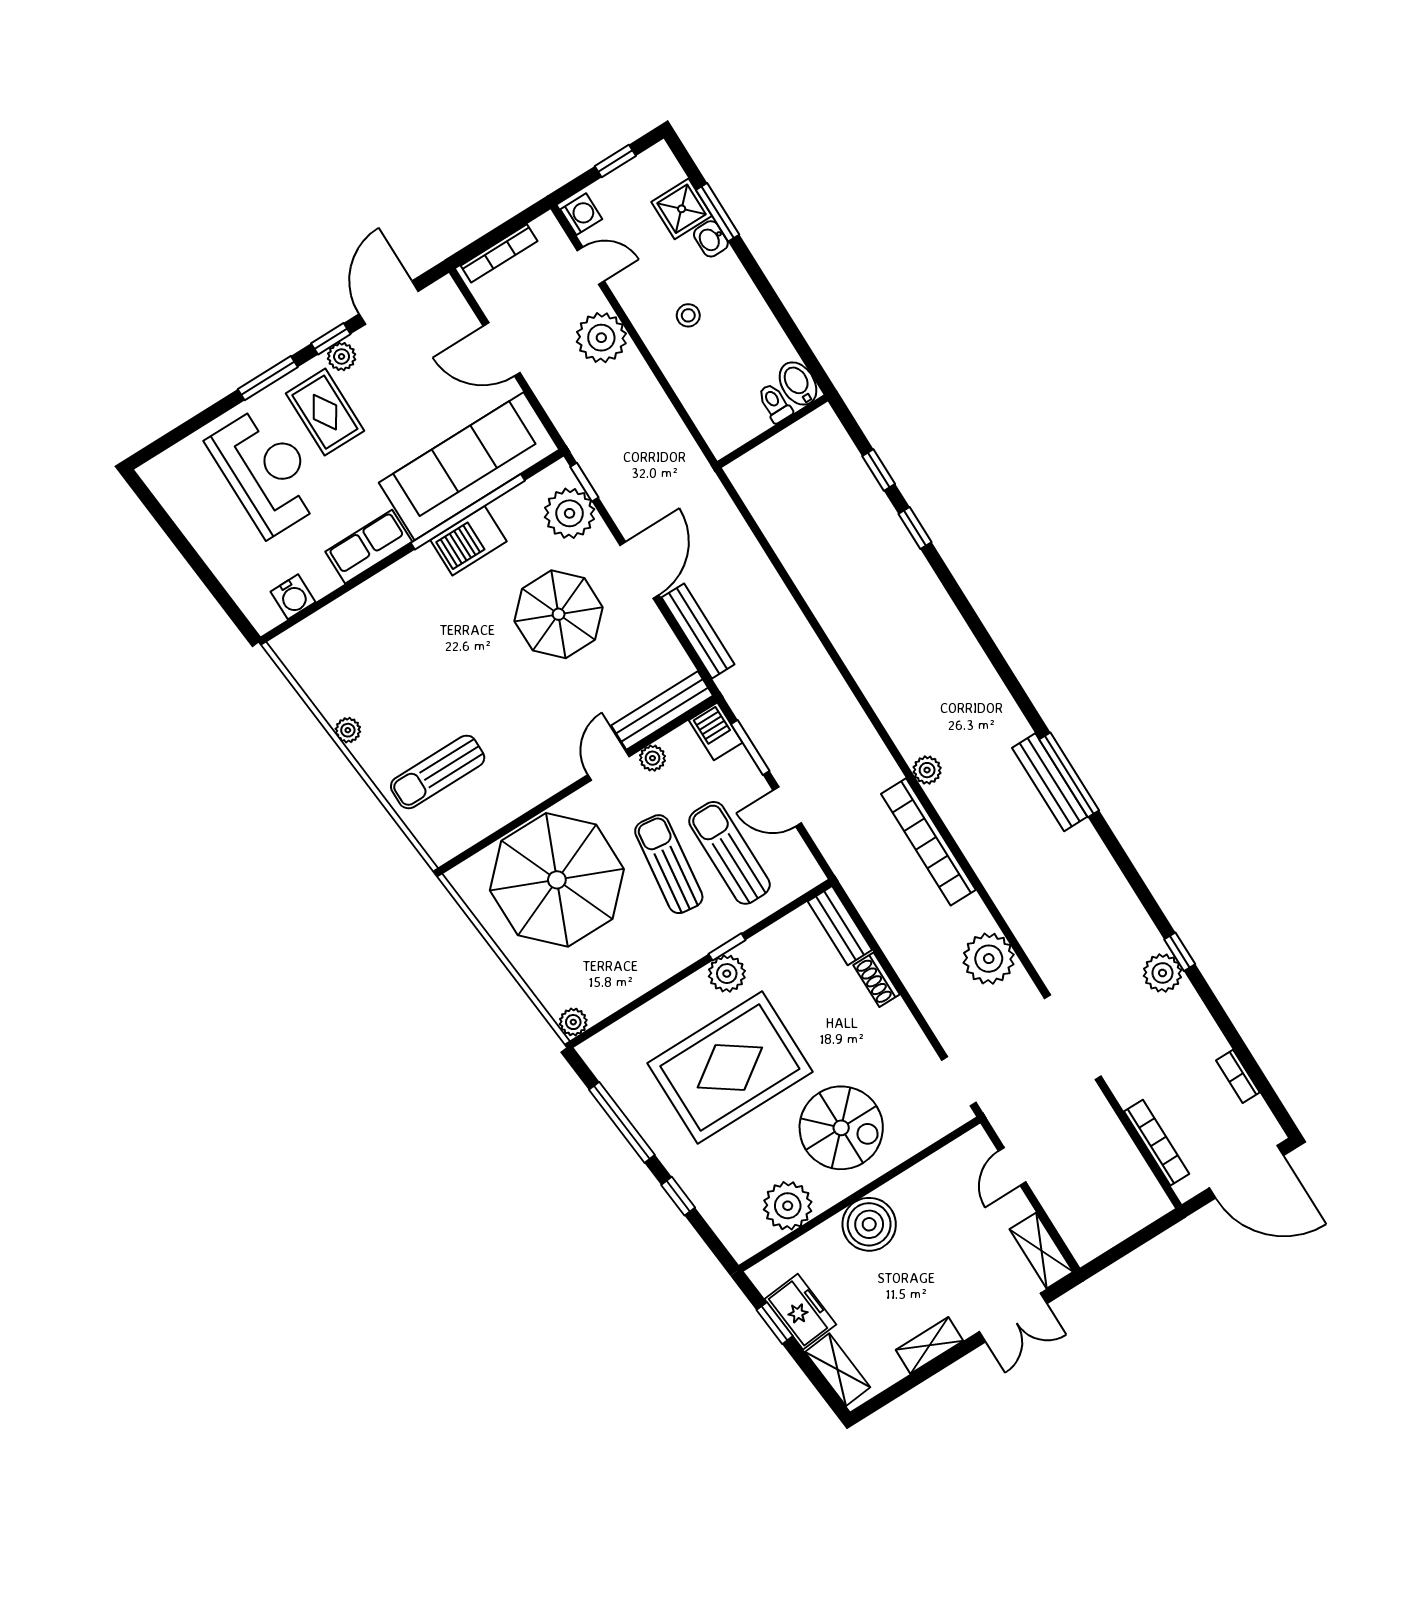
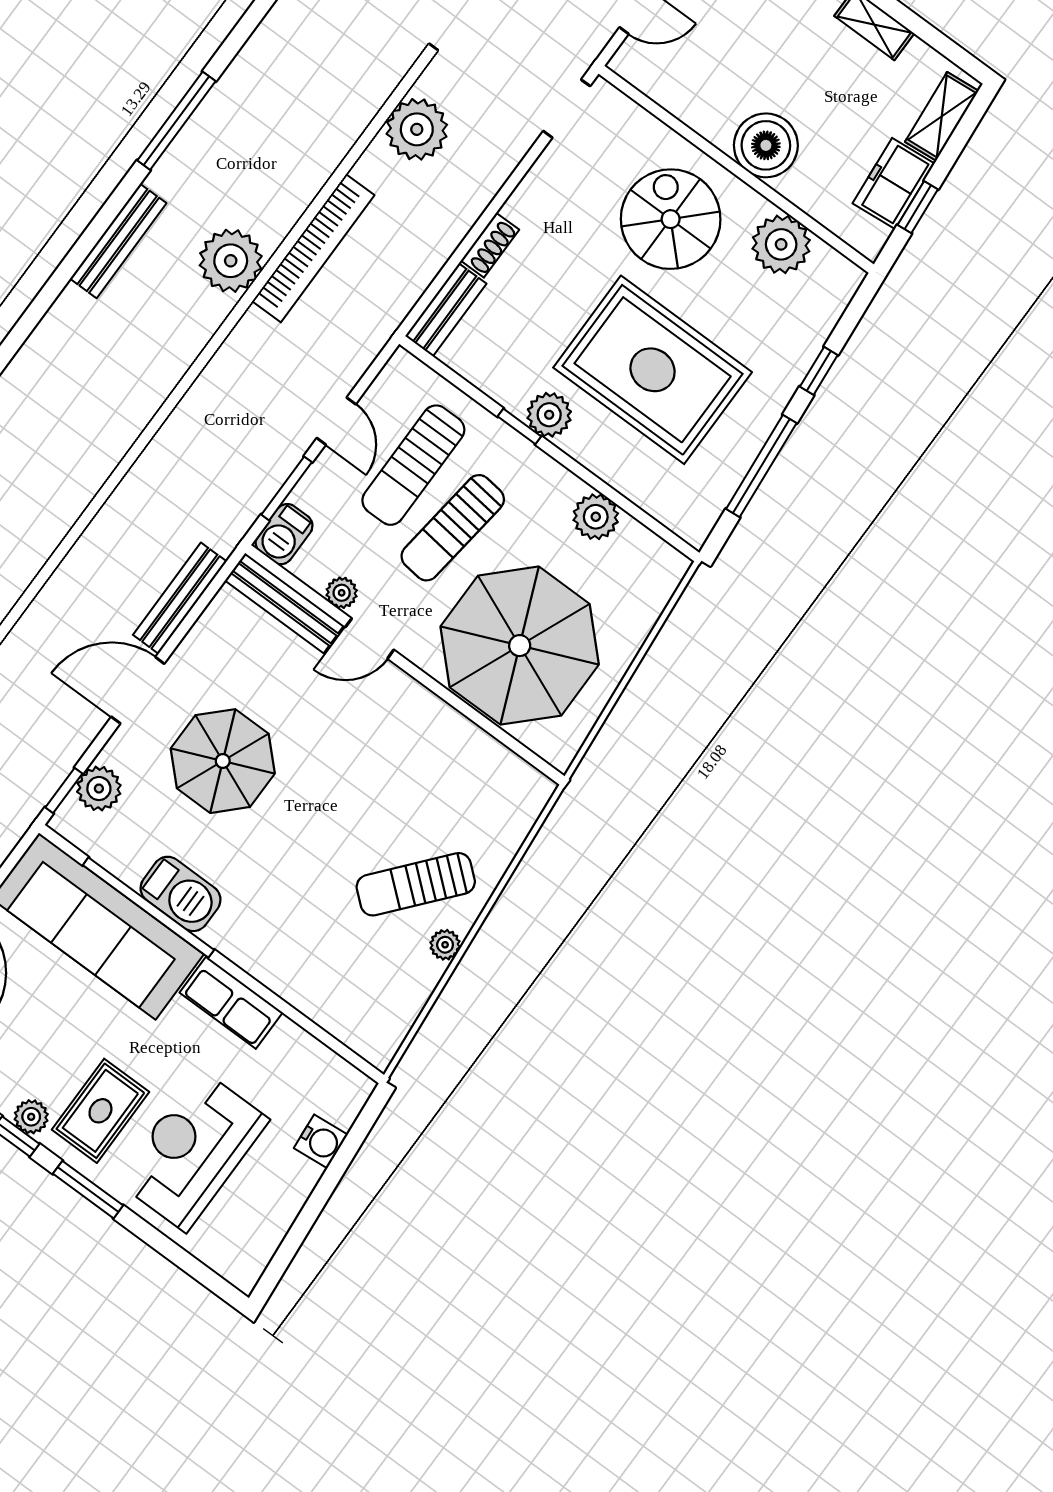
plant: (570, 513) -> (99, 789), width x0.73, depth x0.73
water cooler: (293, 597) -> (321, 1141), moved, turned 85
plant: (927, 770) -> (231, 261), width x1.88, depth x1.88
sun lounger: (438, 772) -> (416, 884), moved, turned 130
bench: (1050, 782) -> (118, 241), moved
plant: (573, 1022) -> (596, 517), moved, width x1.38, depth x1.38

